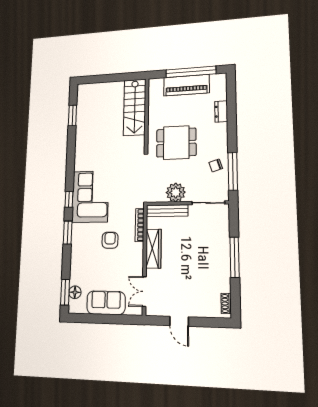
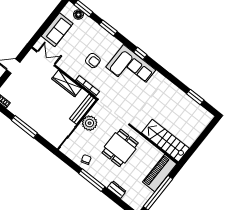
piano: (186, 85) -> (160, 173), moved
window: (233, 171) -> (92, 180), moved
window: (68, 233) -> (108, 28), moved

